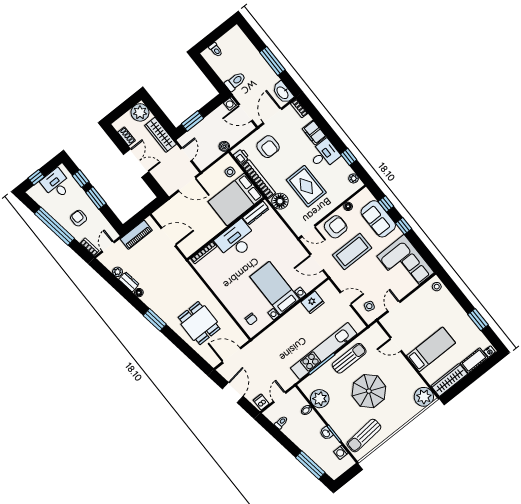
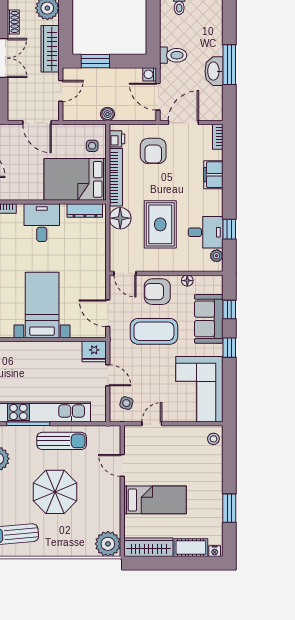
washbasin: (283, 93) -> (214, 71), moved
desk: (324, 155) -> (206, 232), moved
armchair: (336, 227) -> (157, 292), turned 180
desk: (236, 240) -> (42, 223), width x0.73
fridge: (313, 302) -> (94, 352), moved

